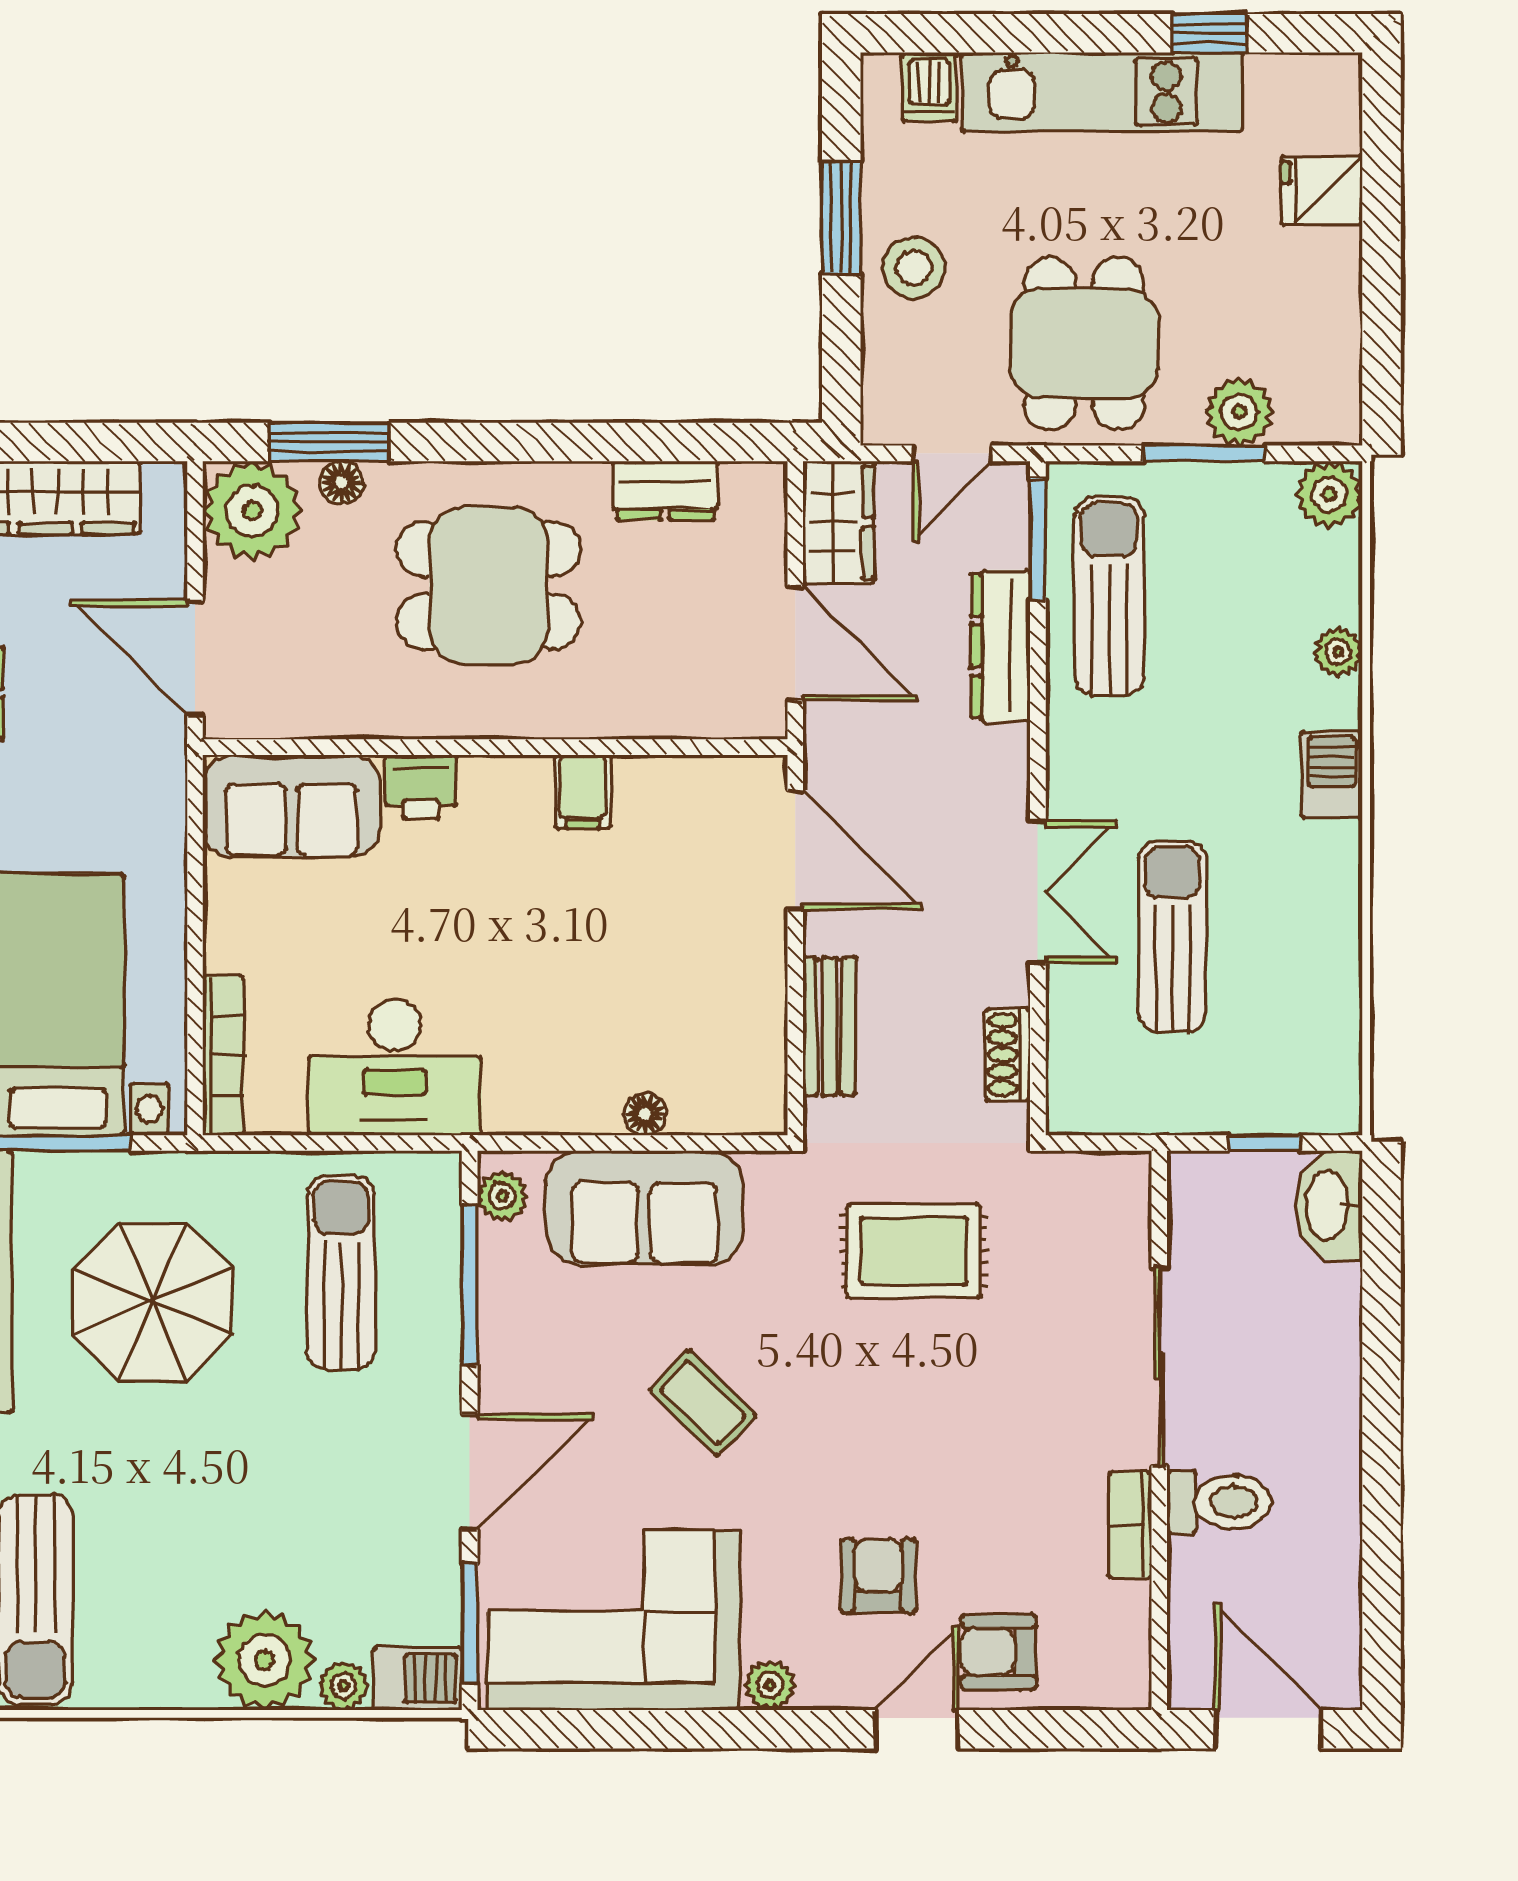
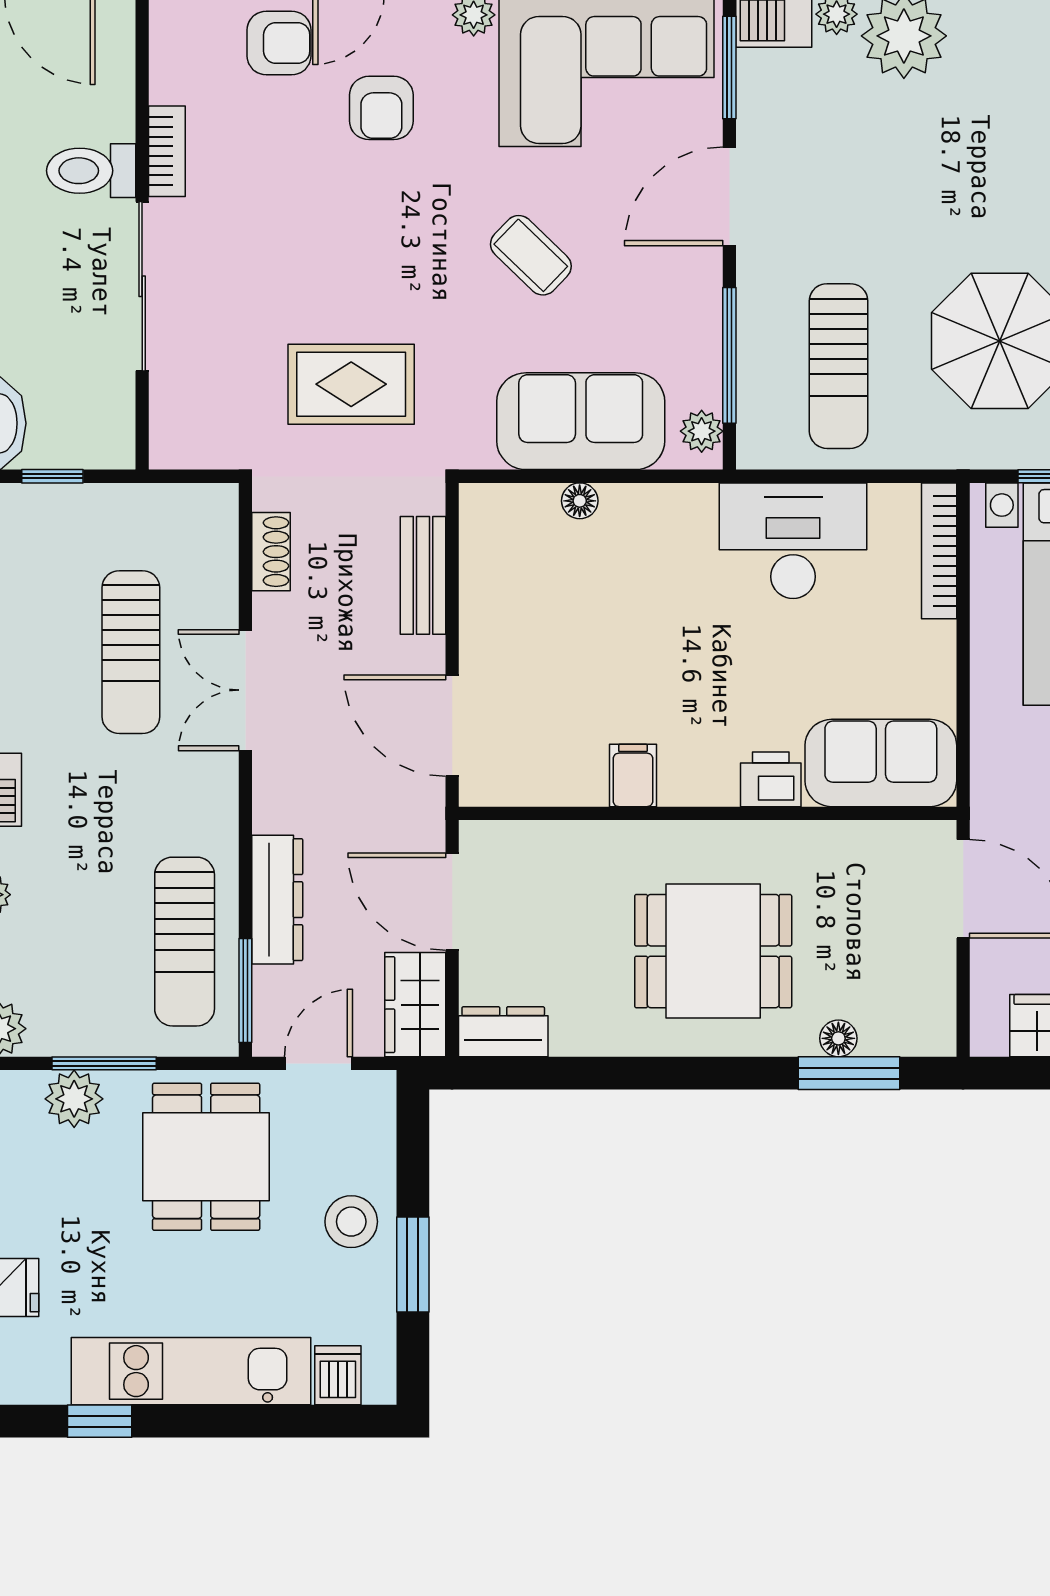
dresser: (665, 491) -> (503, 1032), moved
plant: (252, 511) -> (914, 1015), removed

